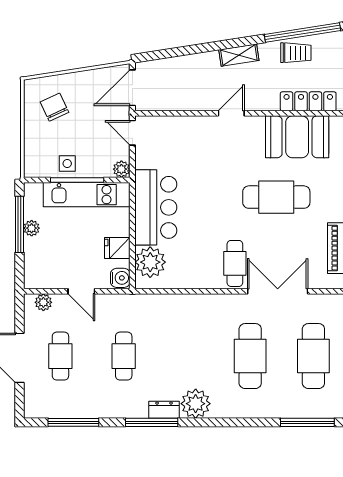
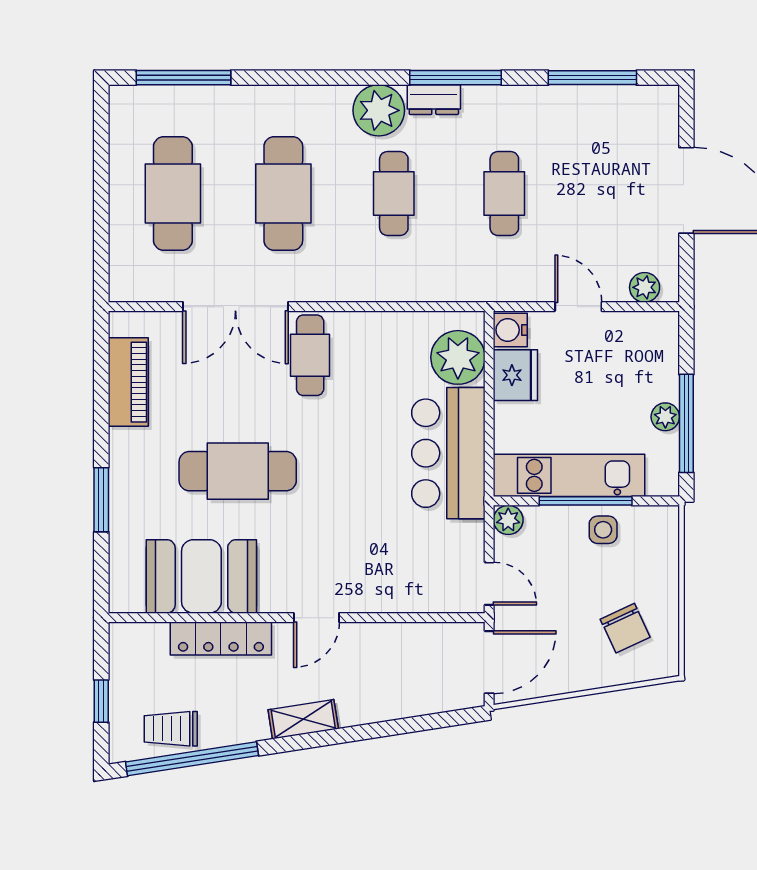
trolley: (296, 53) -> (171, 729), moved
locker: (308, 101) -> (221, 638), moved
fridge: (117, 248) -> (515, 375), width x1.38
cafe table: (60, 356) -> (394, 193), moved

